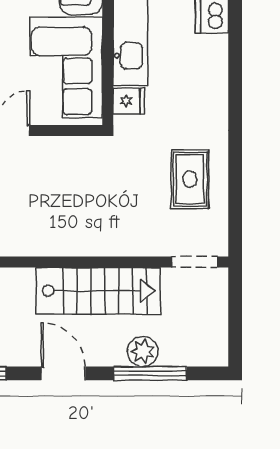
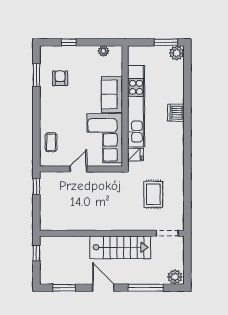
rug: (190, 179) -> (153, 194), moved
plant: (143, 351) -> (175, 277), moved

